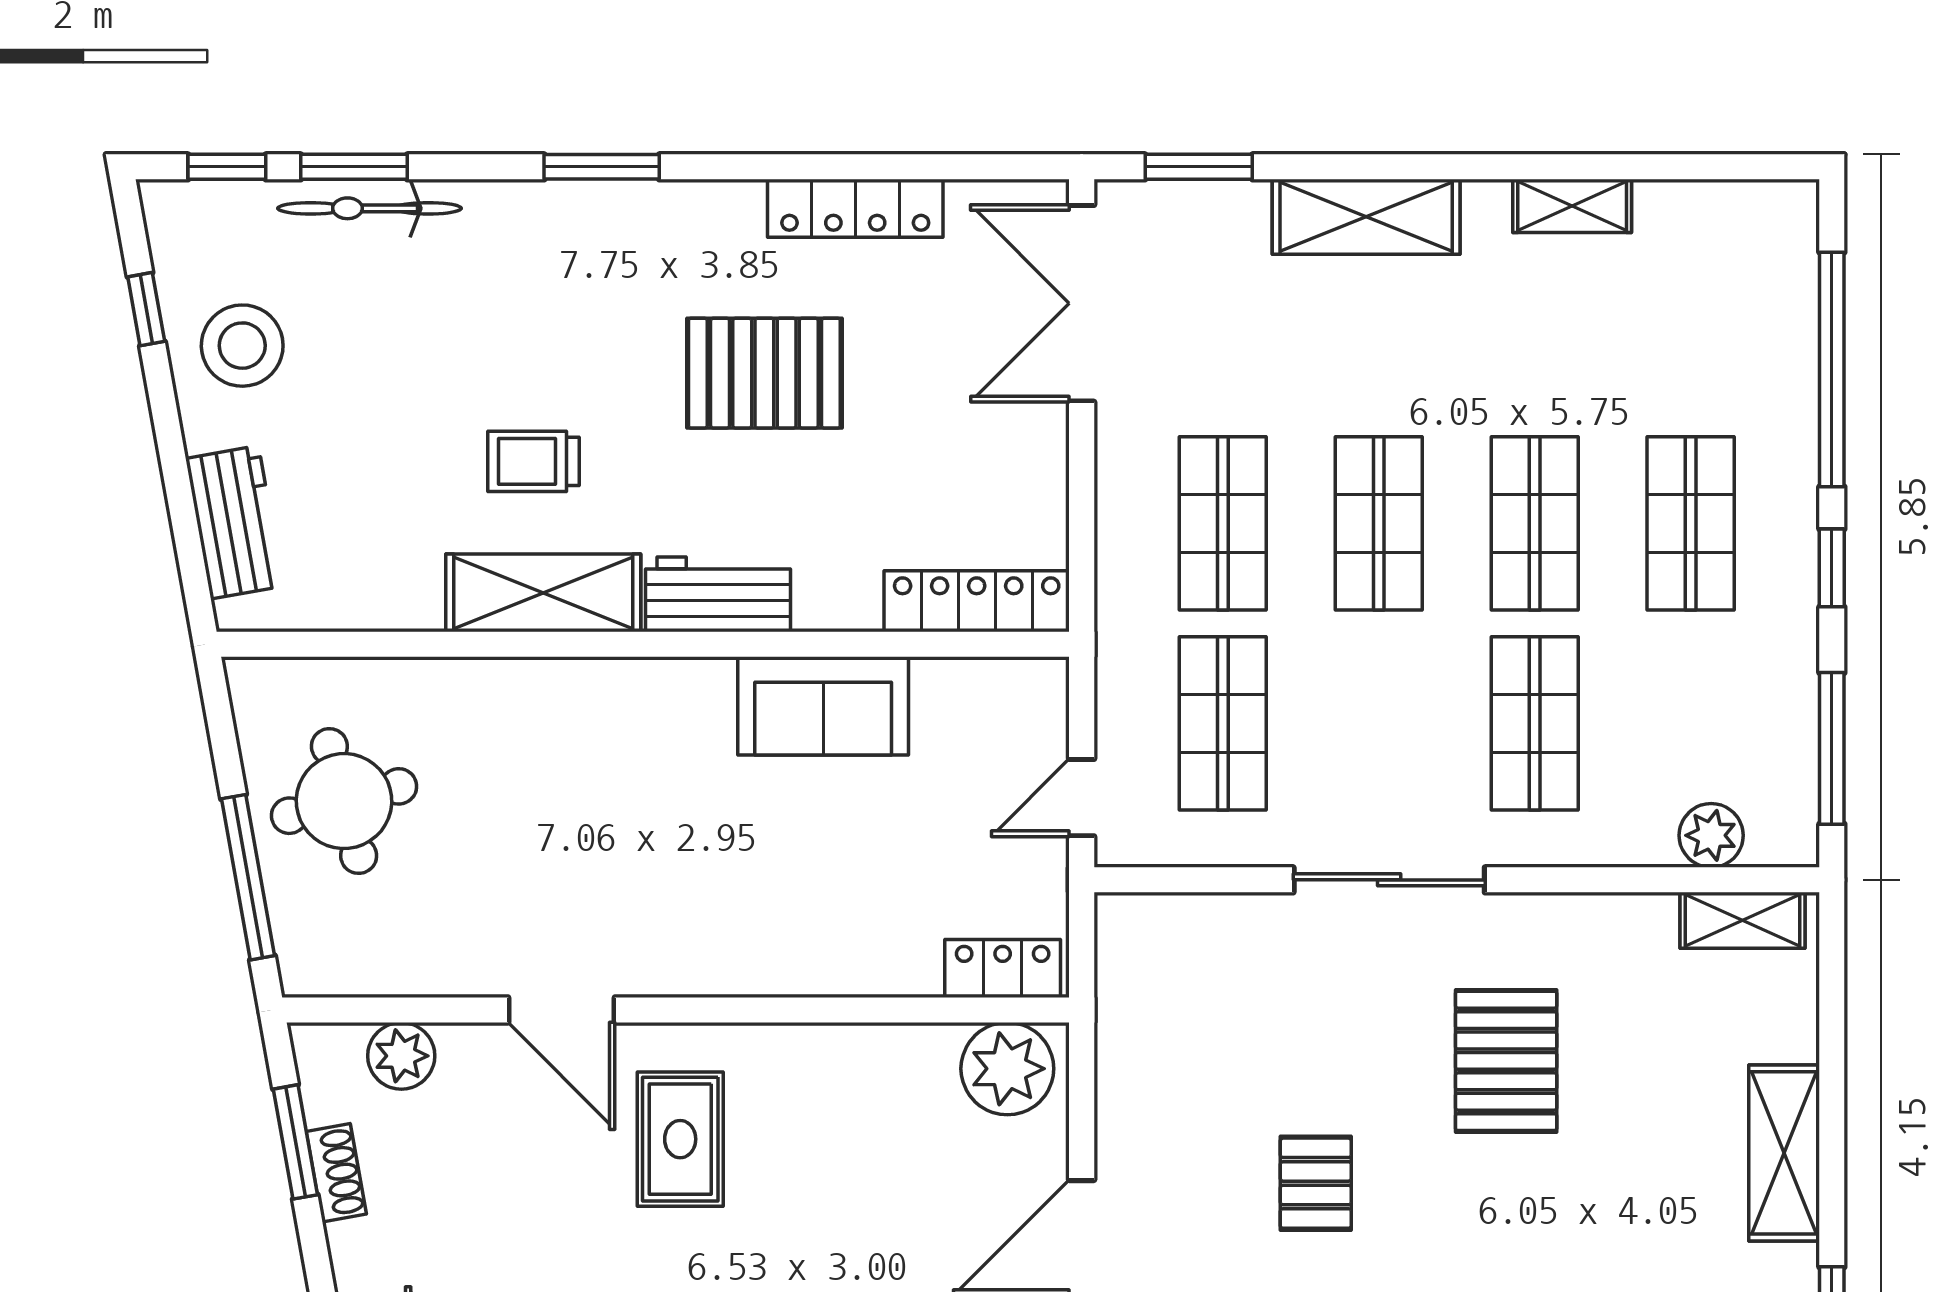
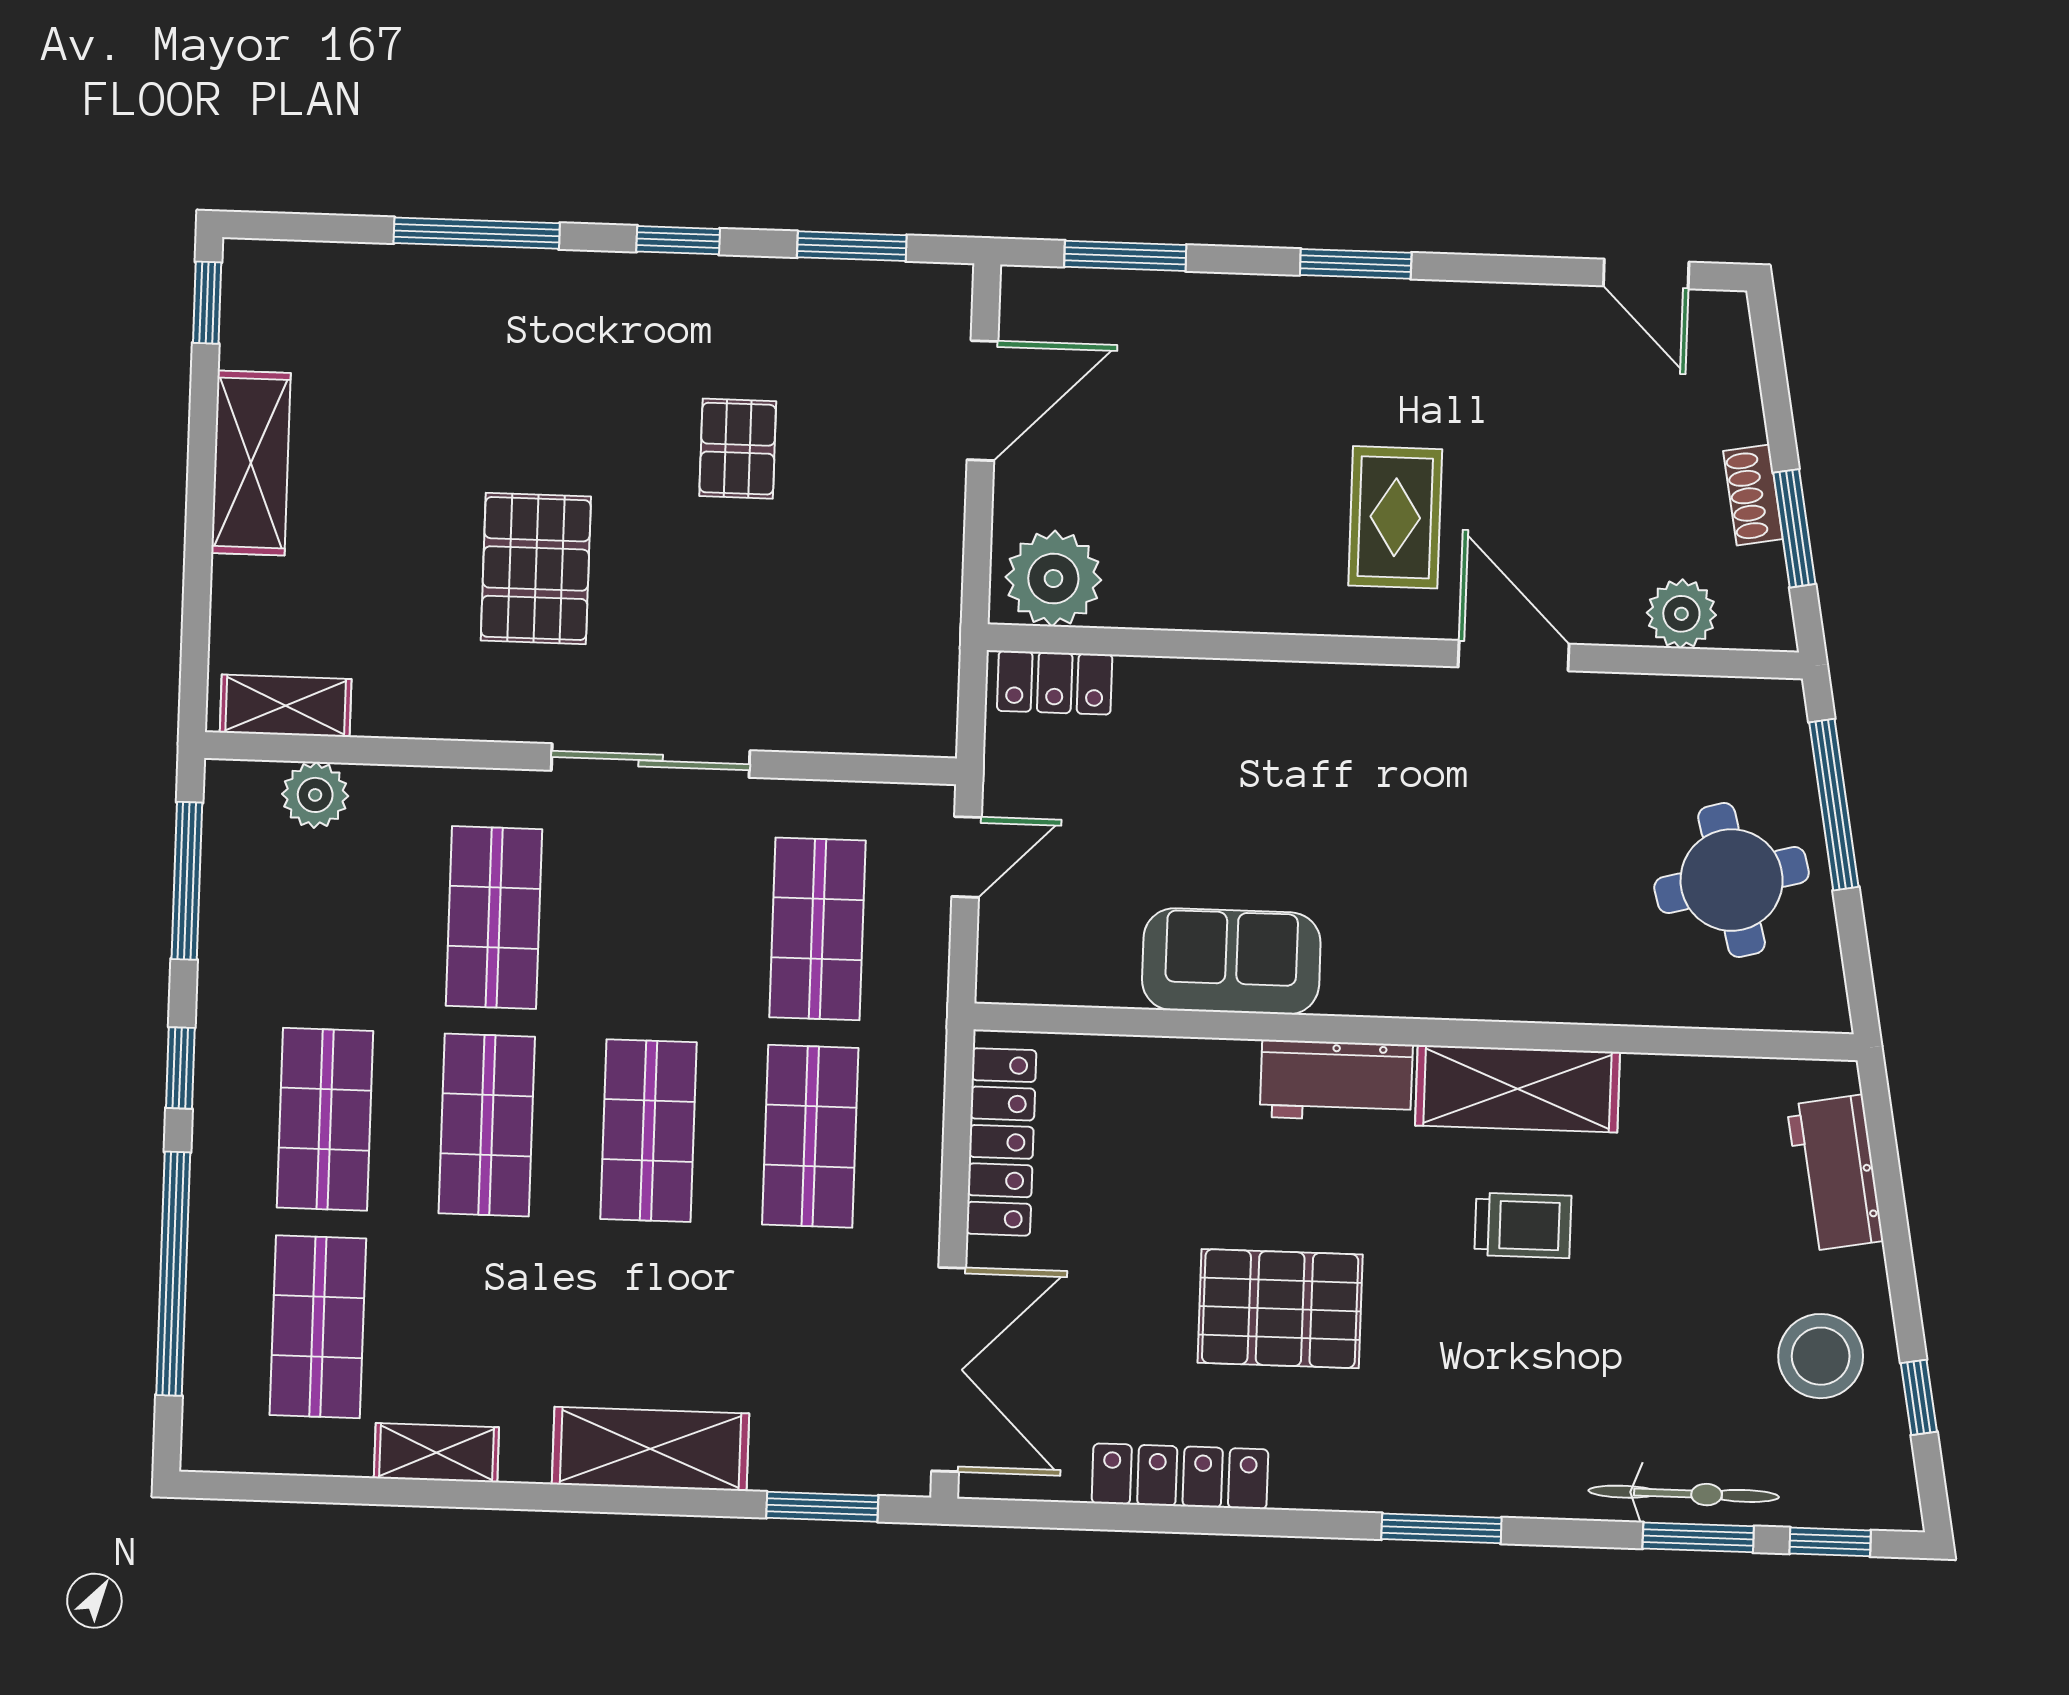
shop shelf: (1691, 323) -> (318, 1327), added
locker: (977, 601) -> (1001, 1142), moved, turned -90

